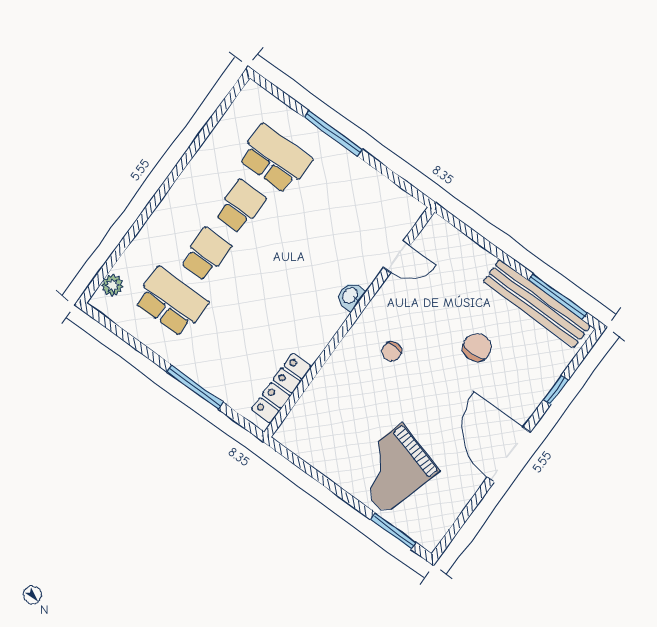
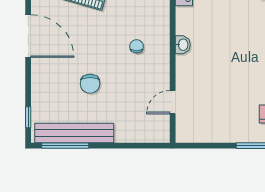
washbasin: (350, 296) -> (183, 45), moved
window: (556, 390) -> (28, 117), moved

